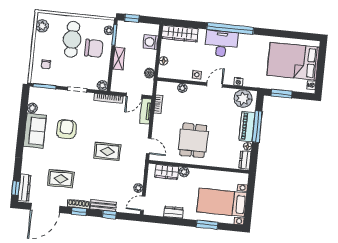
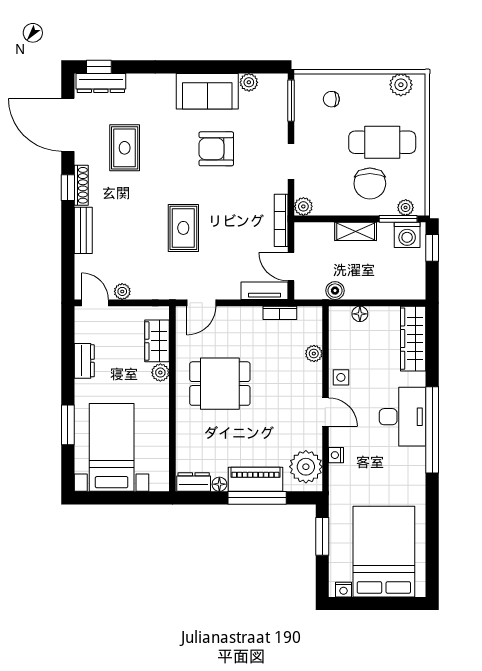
washing machine: (151, 42) -> (407, 235), moved, turned 180
armchair: (66, 129) -> (216, 149), turned 180
window: (109, 215) -> (68, 244), removed

